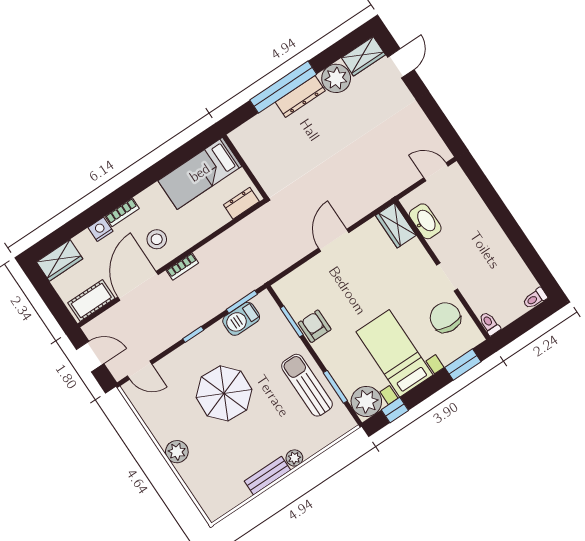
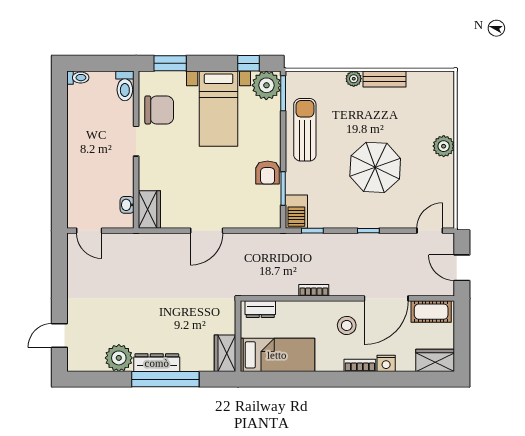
wardrobe: (363, 56) -> (225, 353), moved, turned -90
washbasin: (425, 221) -> (127, 205), width x0.52, depth x0.69
bookcase: (182, 266) -> (314, 290), moved
window: (242, 302) -> (312, 231), width x0.67
chair: (445, 318) -> (159, 110), turned -95
barbecue: (241, 319) -> (296, 212), moved, turned 90
toilet: (489, 324) -> (125, 86), width x1.37, depth x1.39
door: (140, 370) -> (430, 231), hinge flipped
sun lounger: (307, 385) -> (305, 130), turned 180
window: (335, 387) -> (283, 93), moved

